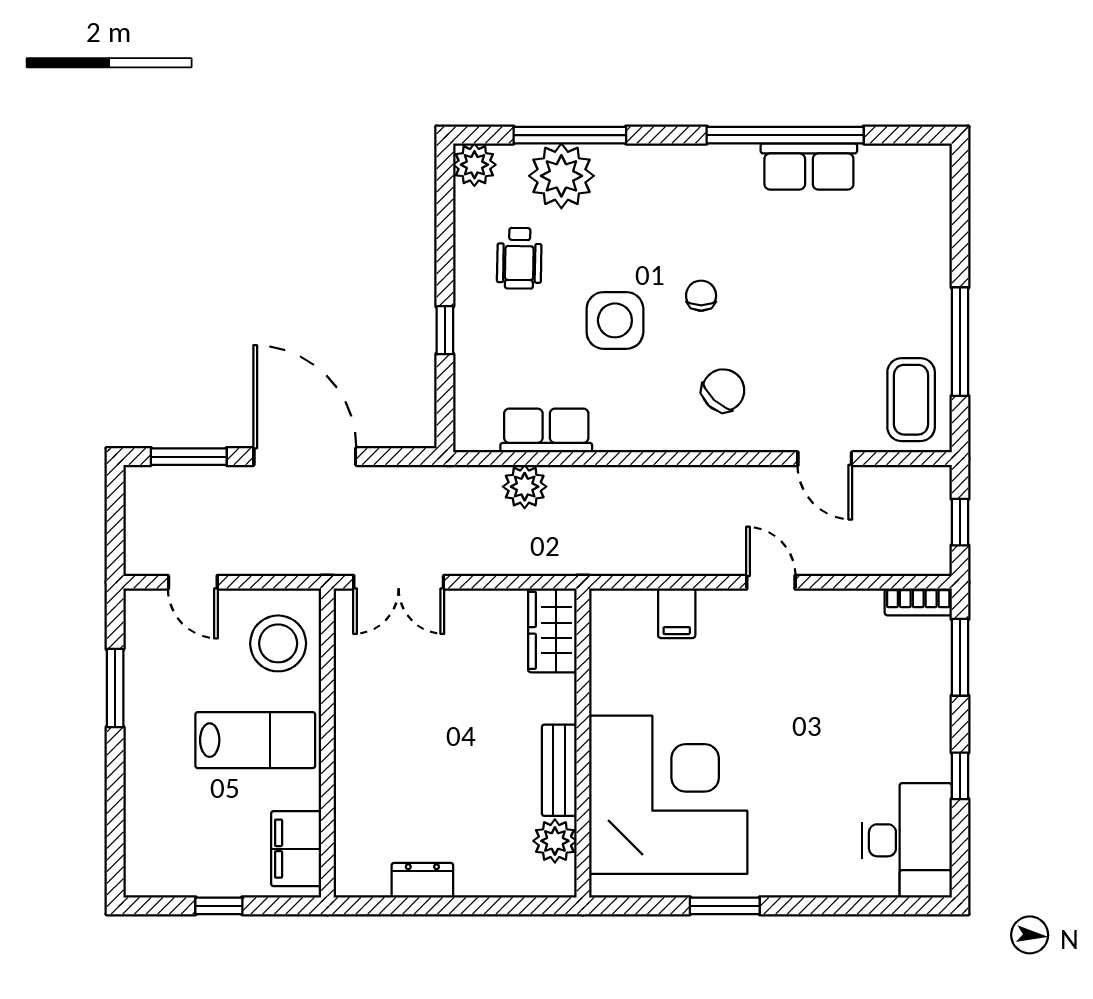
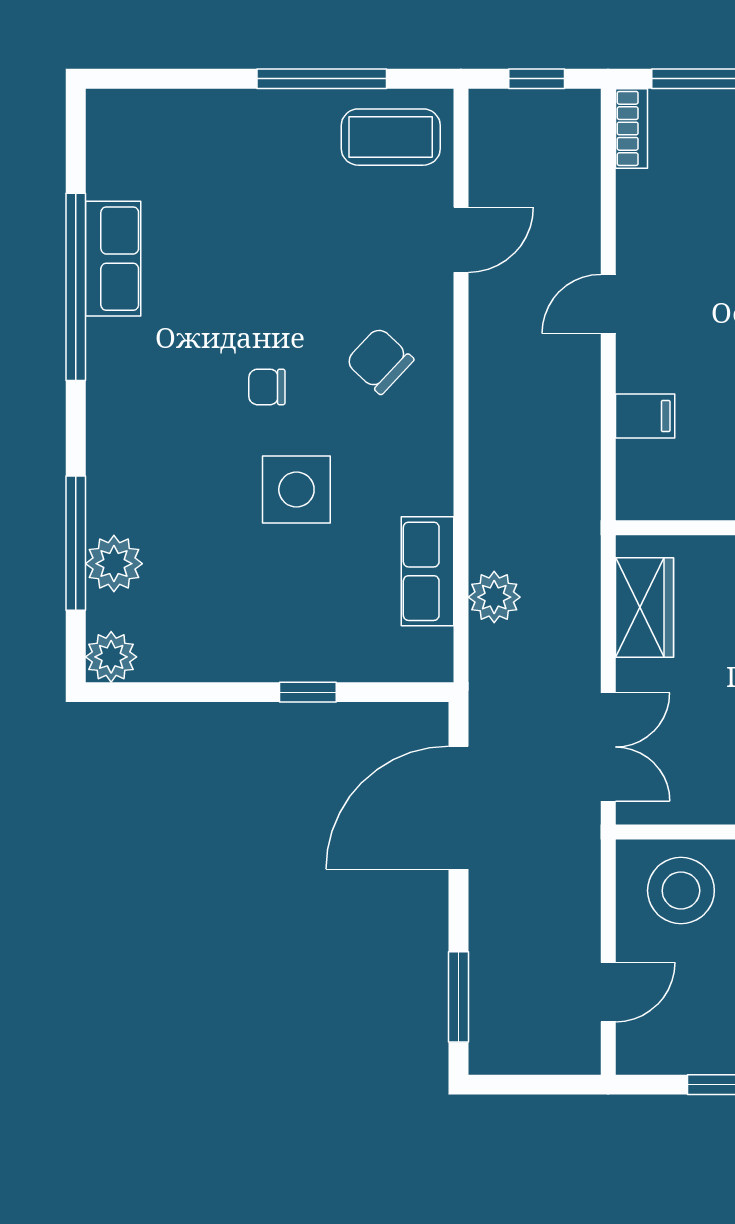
plant: (561, 176) -> (114, 564), width x0.73, depth x0.73
wheelchair: (519, 258) -> (222, 603), removed
door: (305, 457) -> (458, 808), moved
wardrobe: (552, 630) -> (644, 608), moved, turned -90

